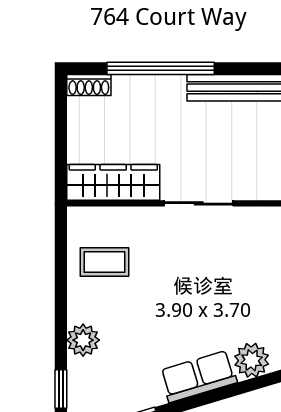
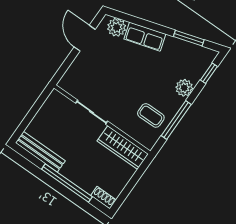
window: (61, 282) -> (176, 120), added

